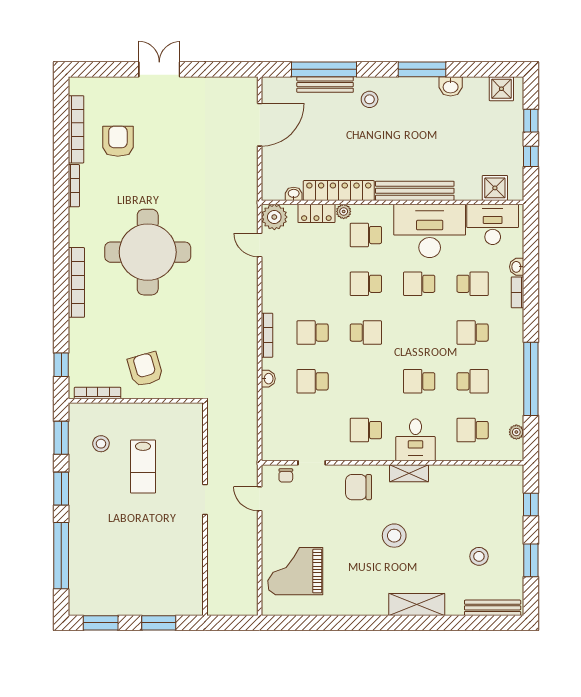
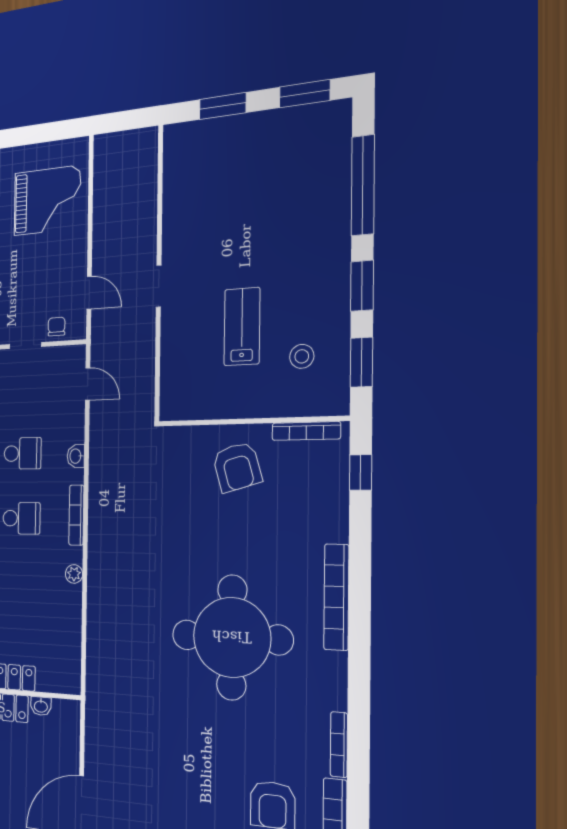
plant: (274, 217) -> (74, 574), moved, width x0.53, depth x0.53
door: (260, 245) -> (88, 384), moved

